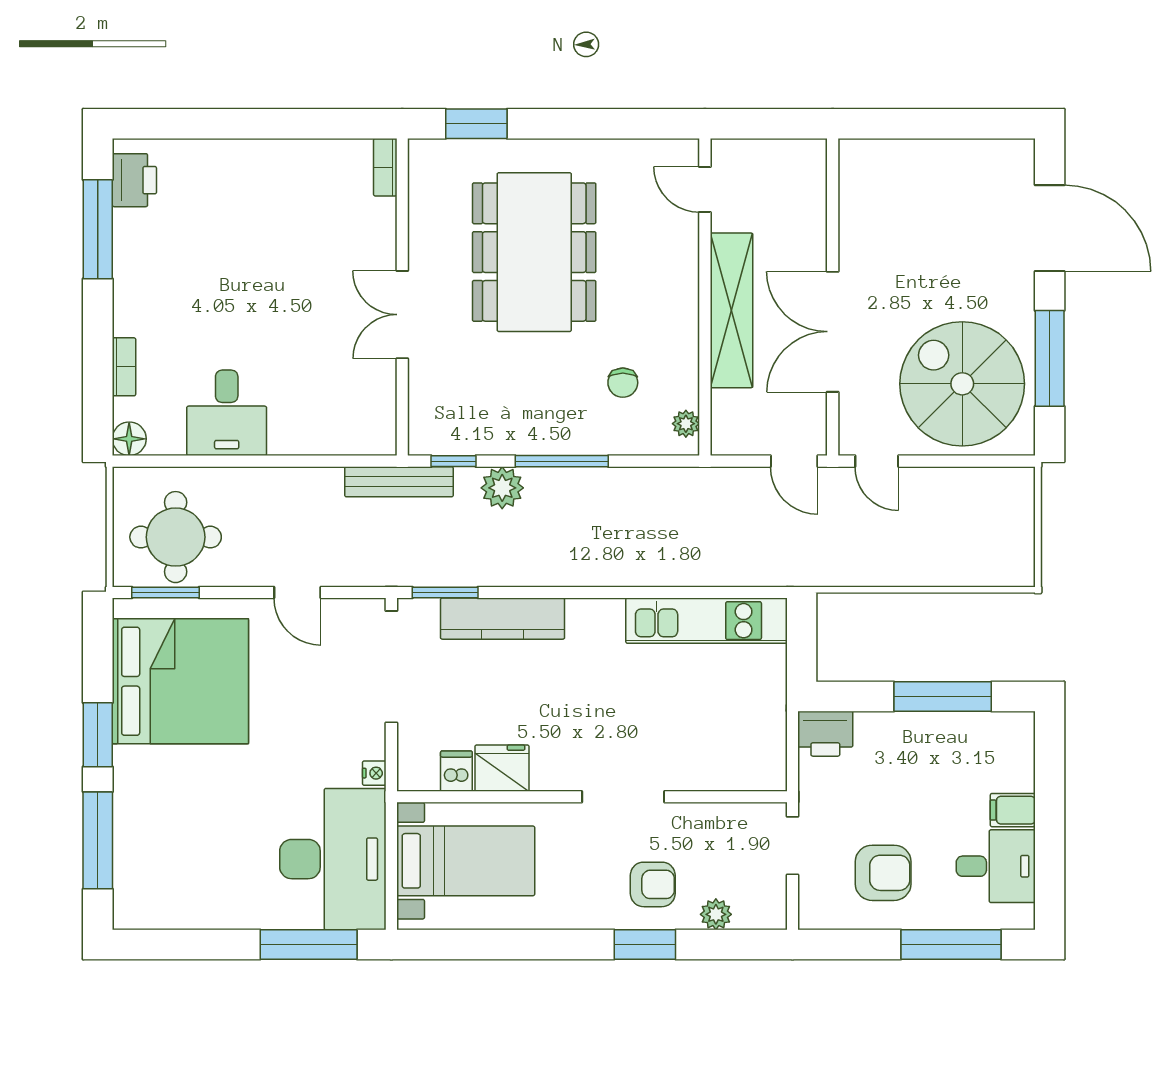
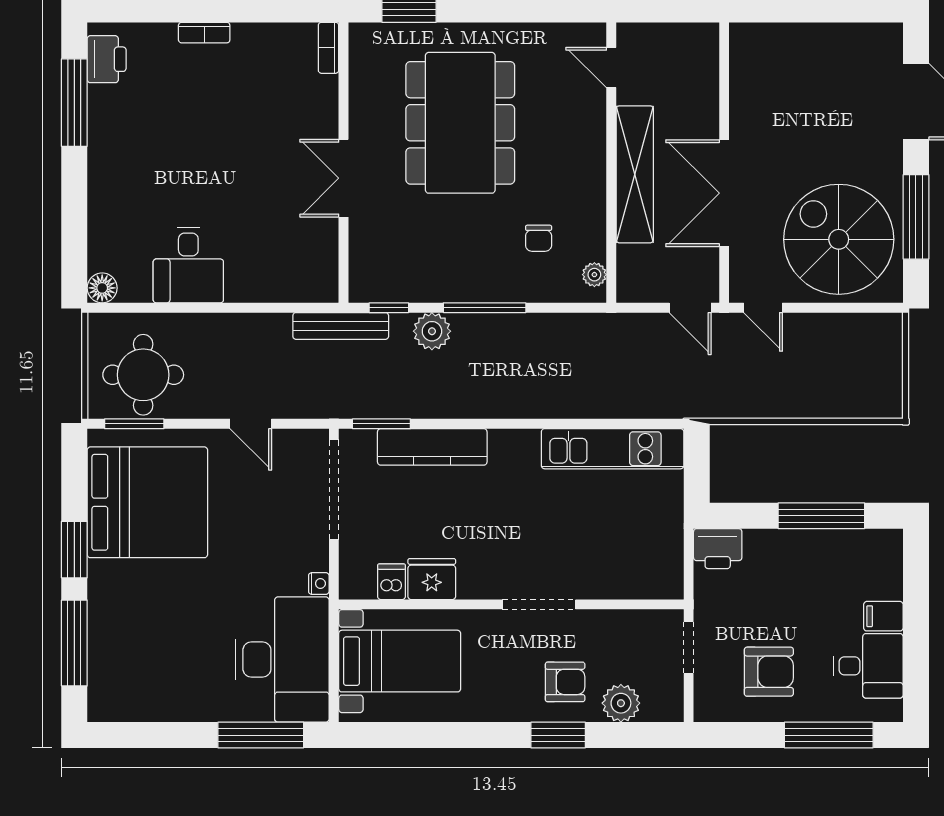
bookcase: (124, 367) -> (204, 33), moved, turned 90
plant: (716, 914) -> (621, 703), width x1.38, depth x1.38

